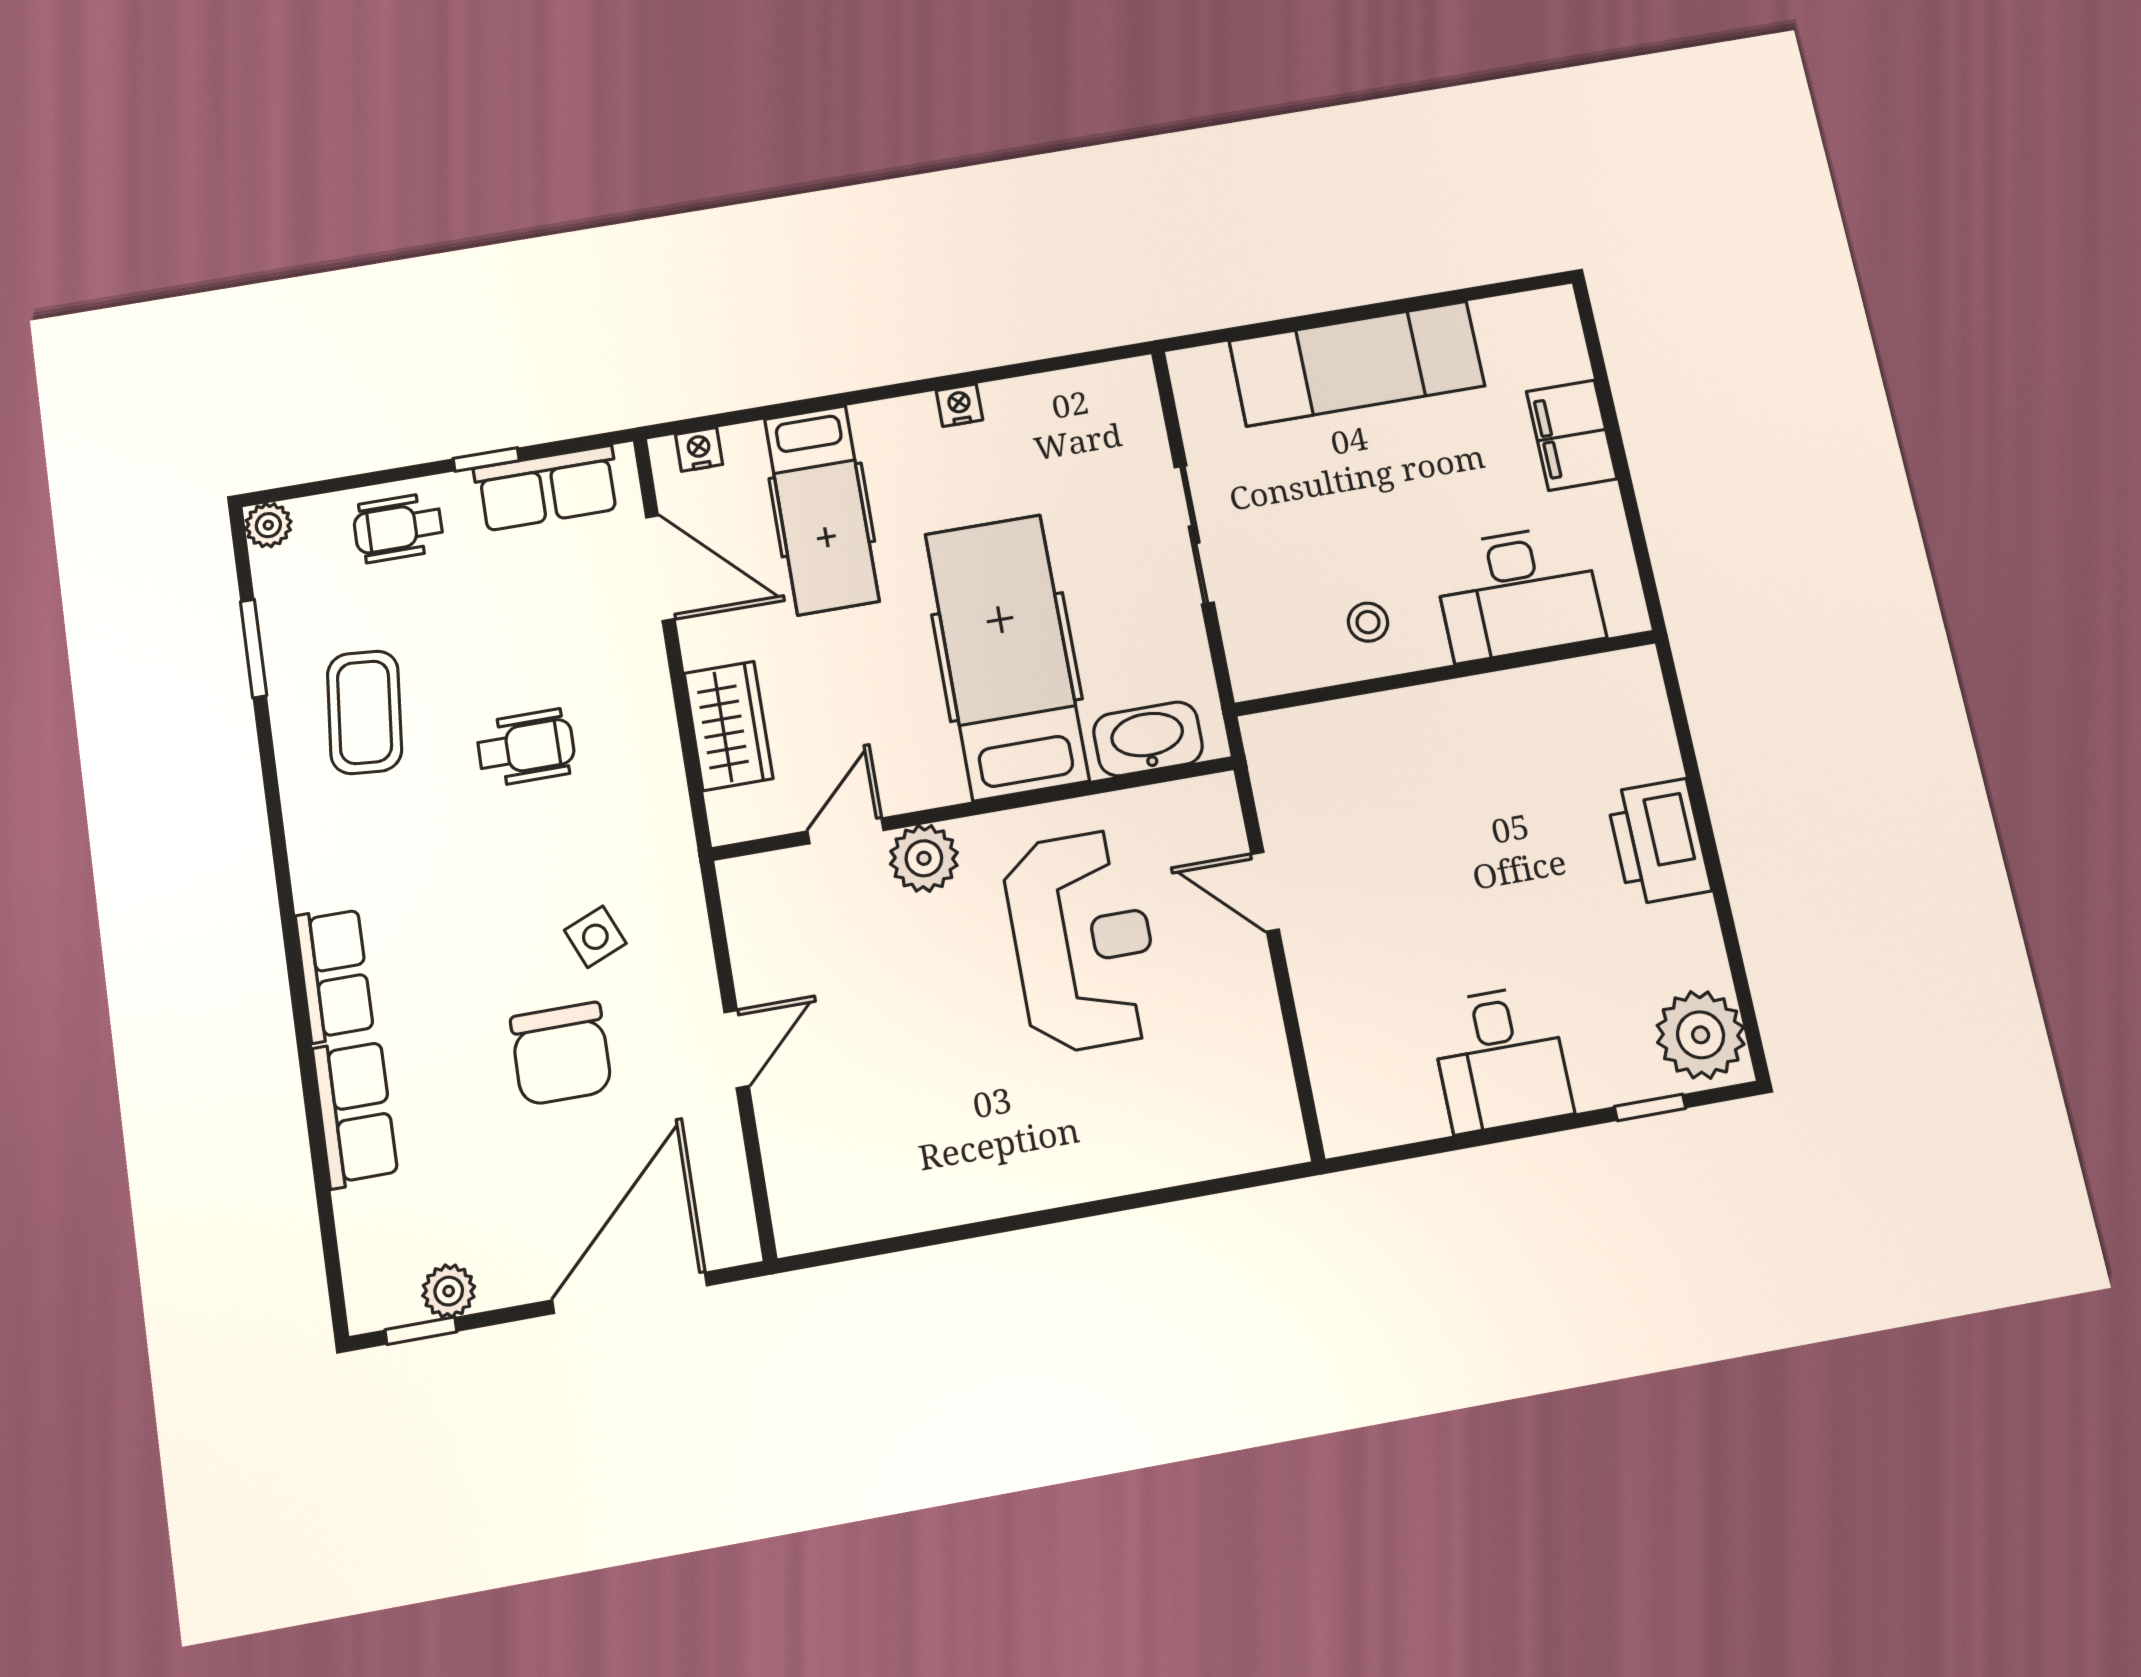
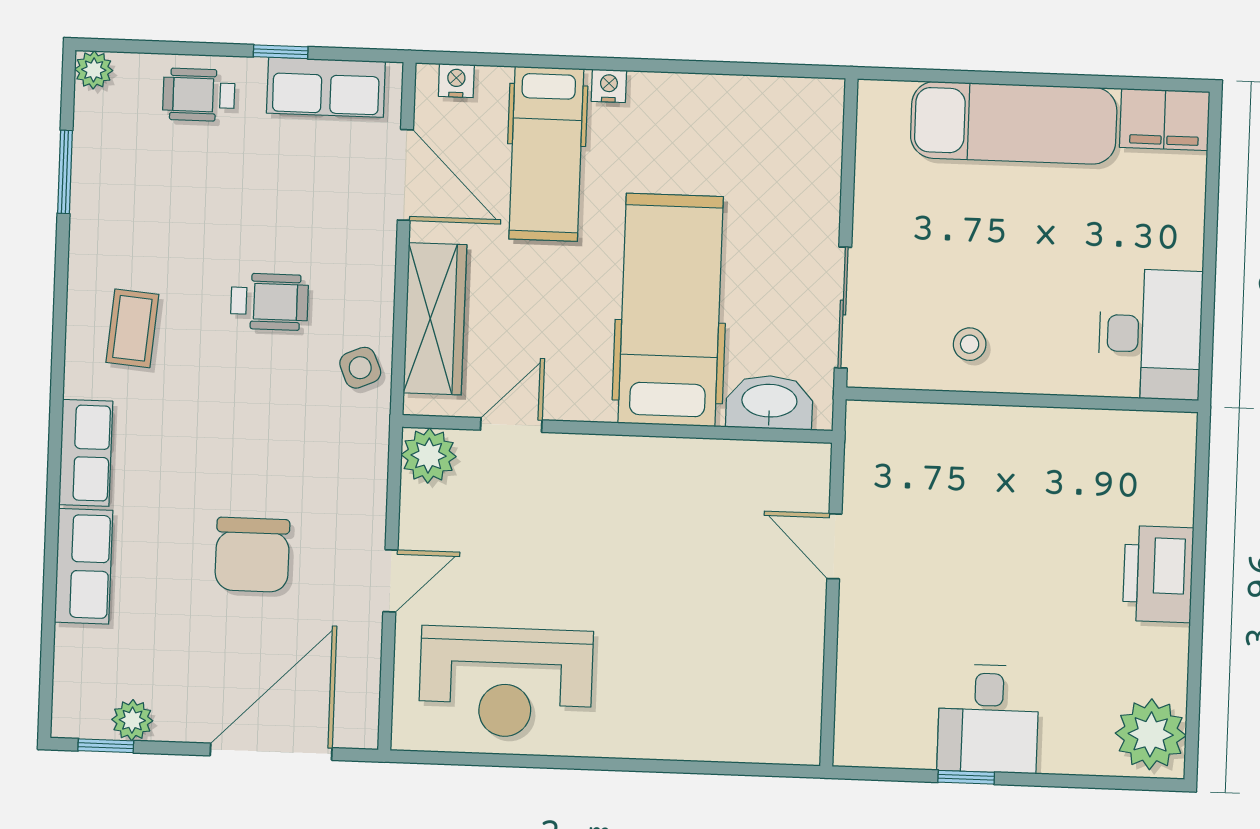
nightstand: (959, 405) -> (609, 86), moved
filing cabinet: (1572, 435) -> (1165, 119), moved, turned -90
sliding door: (1194, 535) -> (843, 308), moved
desk: (1518, 593) -> (1150, 334), moved, turned -90
coffee table: (365, 712) -> (132, 328), moved, width x0.73, depth x0.77
wardrobe: (729, 726) -> (435, 319), width x1.50
plant: (924, 858) -> (429, 456), moved
side table: (595, 937) -> (360, 368), moved
reception desk: (1083, 941) -> (506, 682), moved, turned 90
window: (1650, 1107) -> (966, 777), moved

